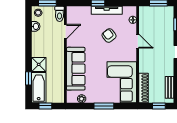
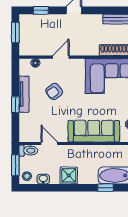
shower: (39, 64) -> (69, 175), moved

